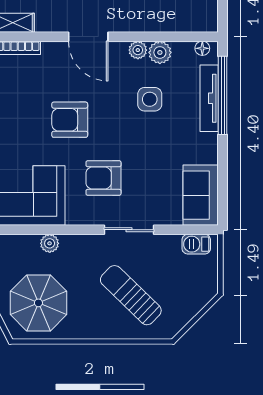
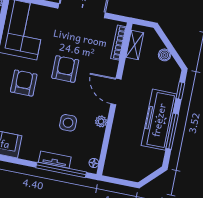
door: (88, 37) -> (116, 92), hinge flipped
plant: (160, 52) -> (97, 135), removed
tv unit: (209, 98) -> (55, 160), width x0.71

